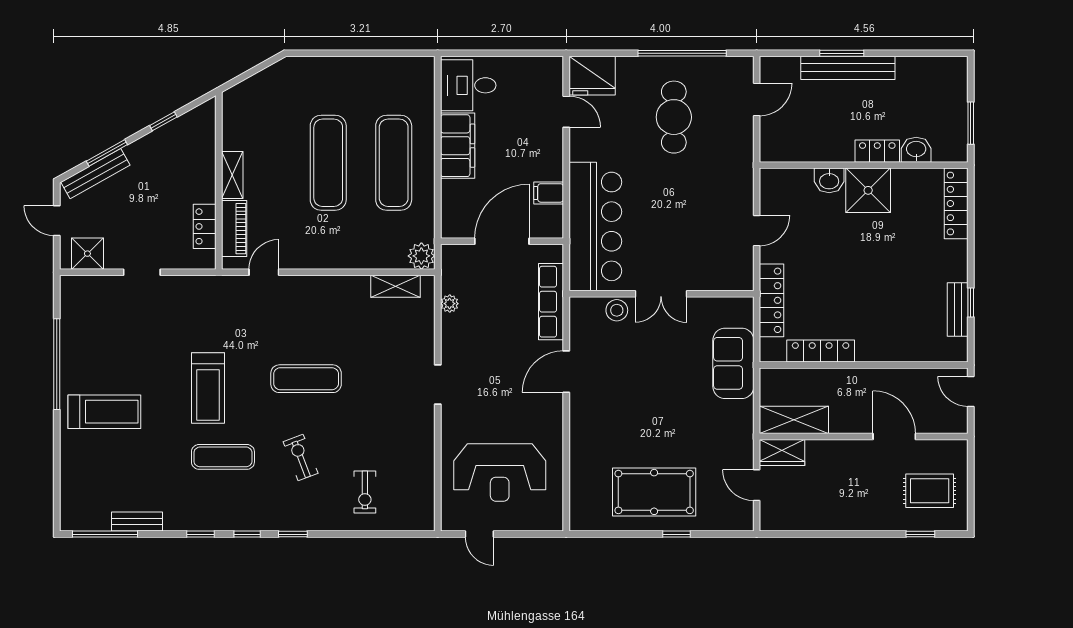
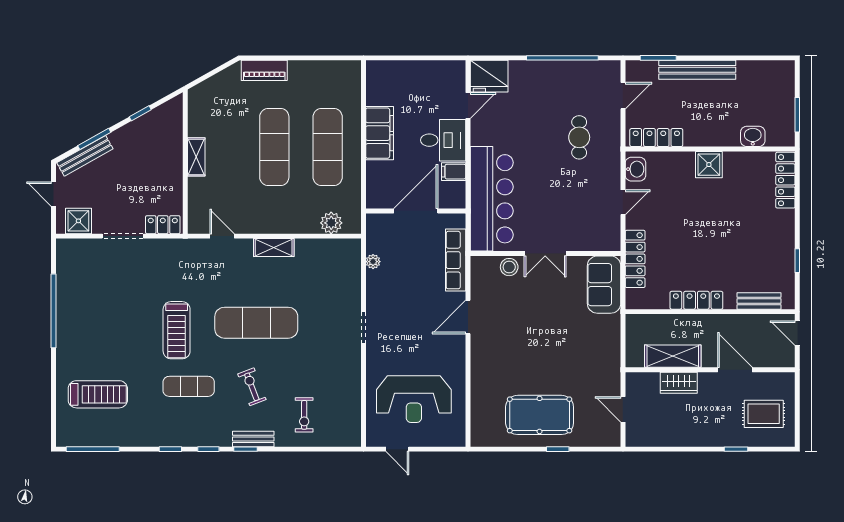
window: (842, 53) -> (658, 58), moved
desk: (468, 85) -> (443, 140), moved, turned 180
door: (566, 112) -> (468, 106), hinge flipped
cafe table: (674, 117) -> (579, 137), moved, width x0.73, depth x0.74
locker: (877, 151) -> (656, 138), moved, width x1.53
washbasin: (829, 180) -> (635, 169), moved, turned -90
shower: (868, 190) -> (709, 165), width x0.73, depth x0.73
locker: (205, 226) -> (163, 225), moved, turned 90
piano: (234, 229) -> (264, 70), moved, turned 90
plant: (421, 256) -> (331, 223), moved
doorway: (142, 272) -> (123, 236), width x1.38
door: (264, 272) -> (222, 236), hinge flipped
shelving: (396, 286) -> (274, 247), moved
bench: (958, 309) -> (759, 301), moved, turned 90
locker: (821, 351) -> (696, 300), moved
sofa: (733, 363) -> (604, 285), moved
exercise mat: (306, 379) -> (256, 323), width x1.36, depth x1.45
treadmill: (104, 412) -> (98, 394), moved
shelving: (794, 420) -> (673, 356), moved
wardrobe: (782, 452) -> (679, 383), moved
bench: (137, 522) -> (253, 439), moved
window: (920, 534) -> (736, 449), moved

